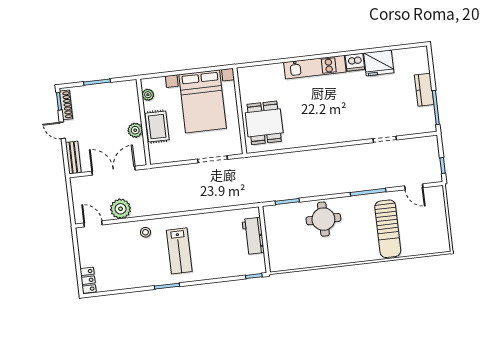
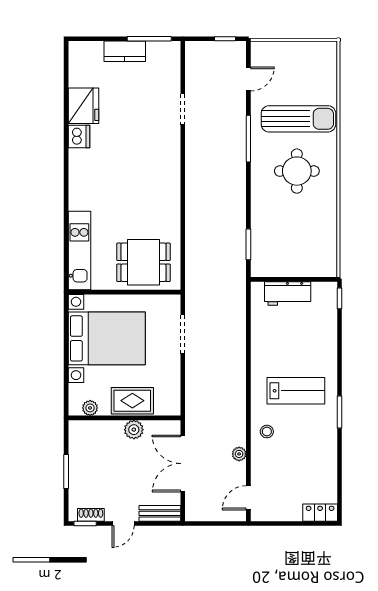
kitchen unit: (315, 67) -> (79, 250), moved
shoe rack: (66, 105) -> (91, 515), width x0.70
plant: (121, 209) -> (239, 454), width x0.53, depth x0.53
round table: (323, 219) -> (297, 171), moved

